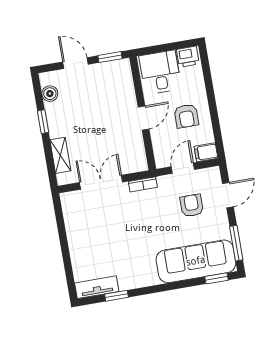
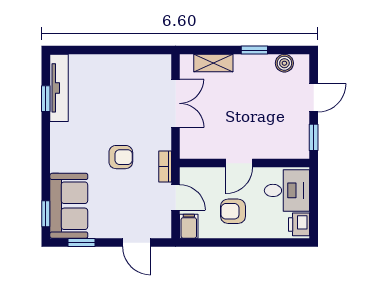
door: (143, 118) -> (239, 163), hinge flipped
bookcase: (143, 184) -> (165, 167), moved
armchair: (192, 206) -> (121, 157), moved
window: (236, 243) -> (81, 243), width x0.67
sofa: (196, 261) -> (69, 206), width x0.73
tv unit: (97, 287) -> (59, 88), width x1.41

